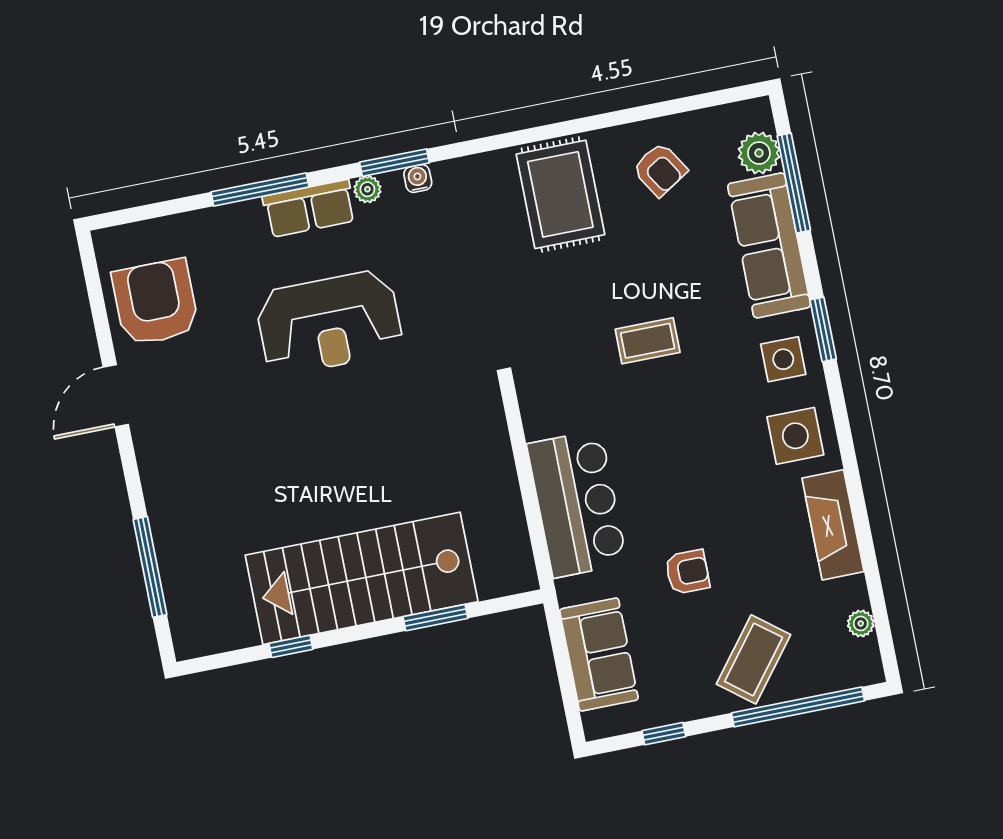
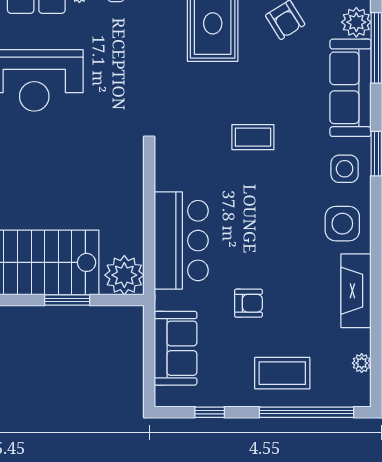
plant: (508, 567) -> (124, 275), added
coffee table: (754, 659) -> (282, 373), turned 52

